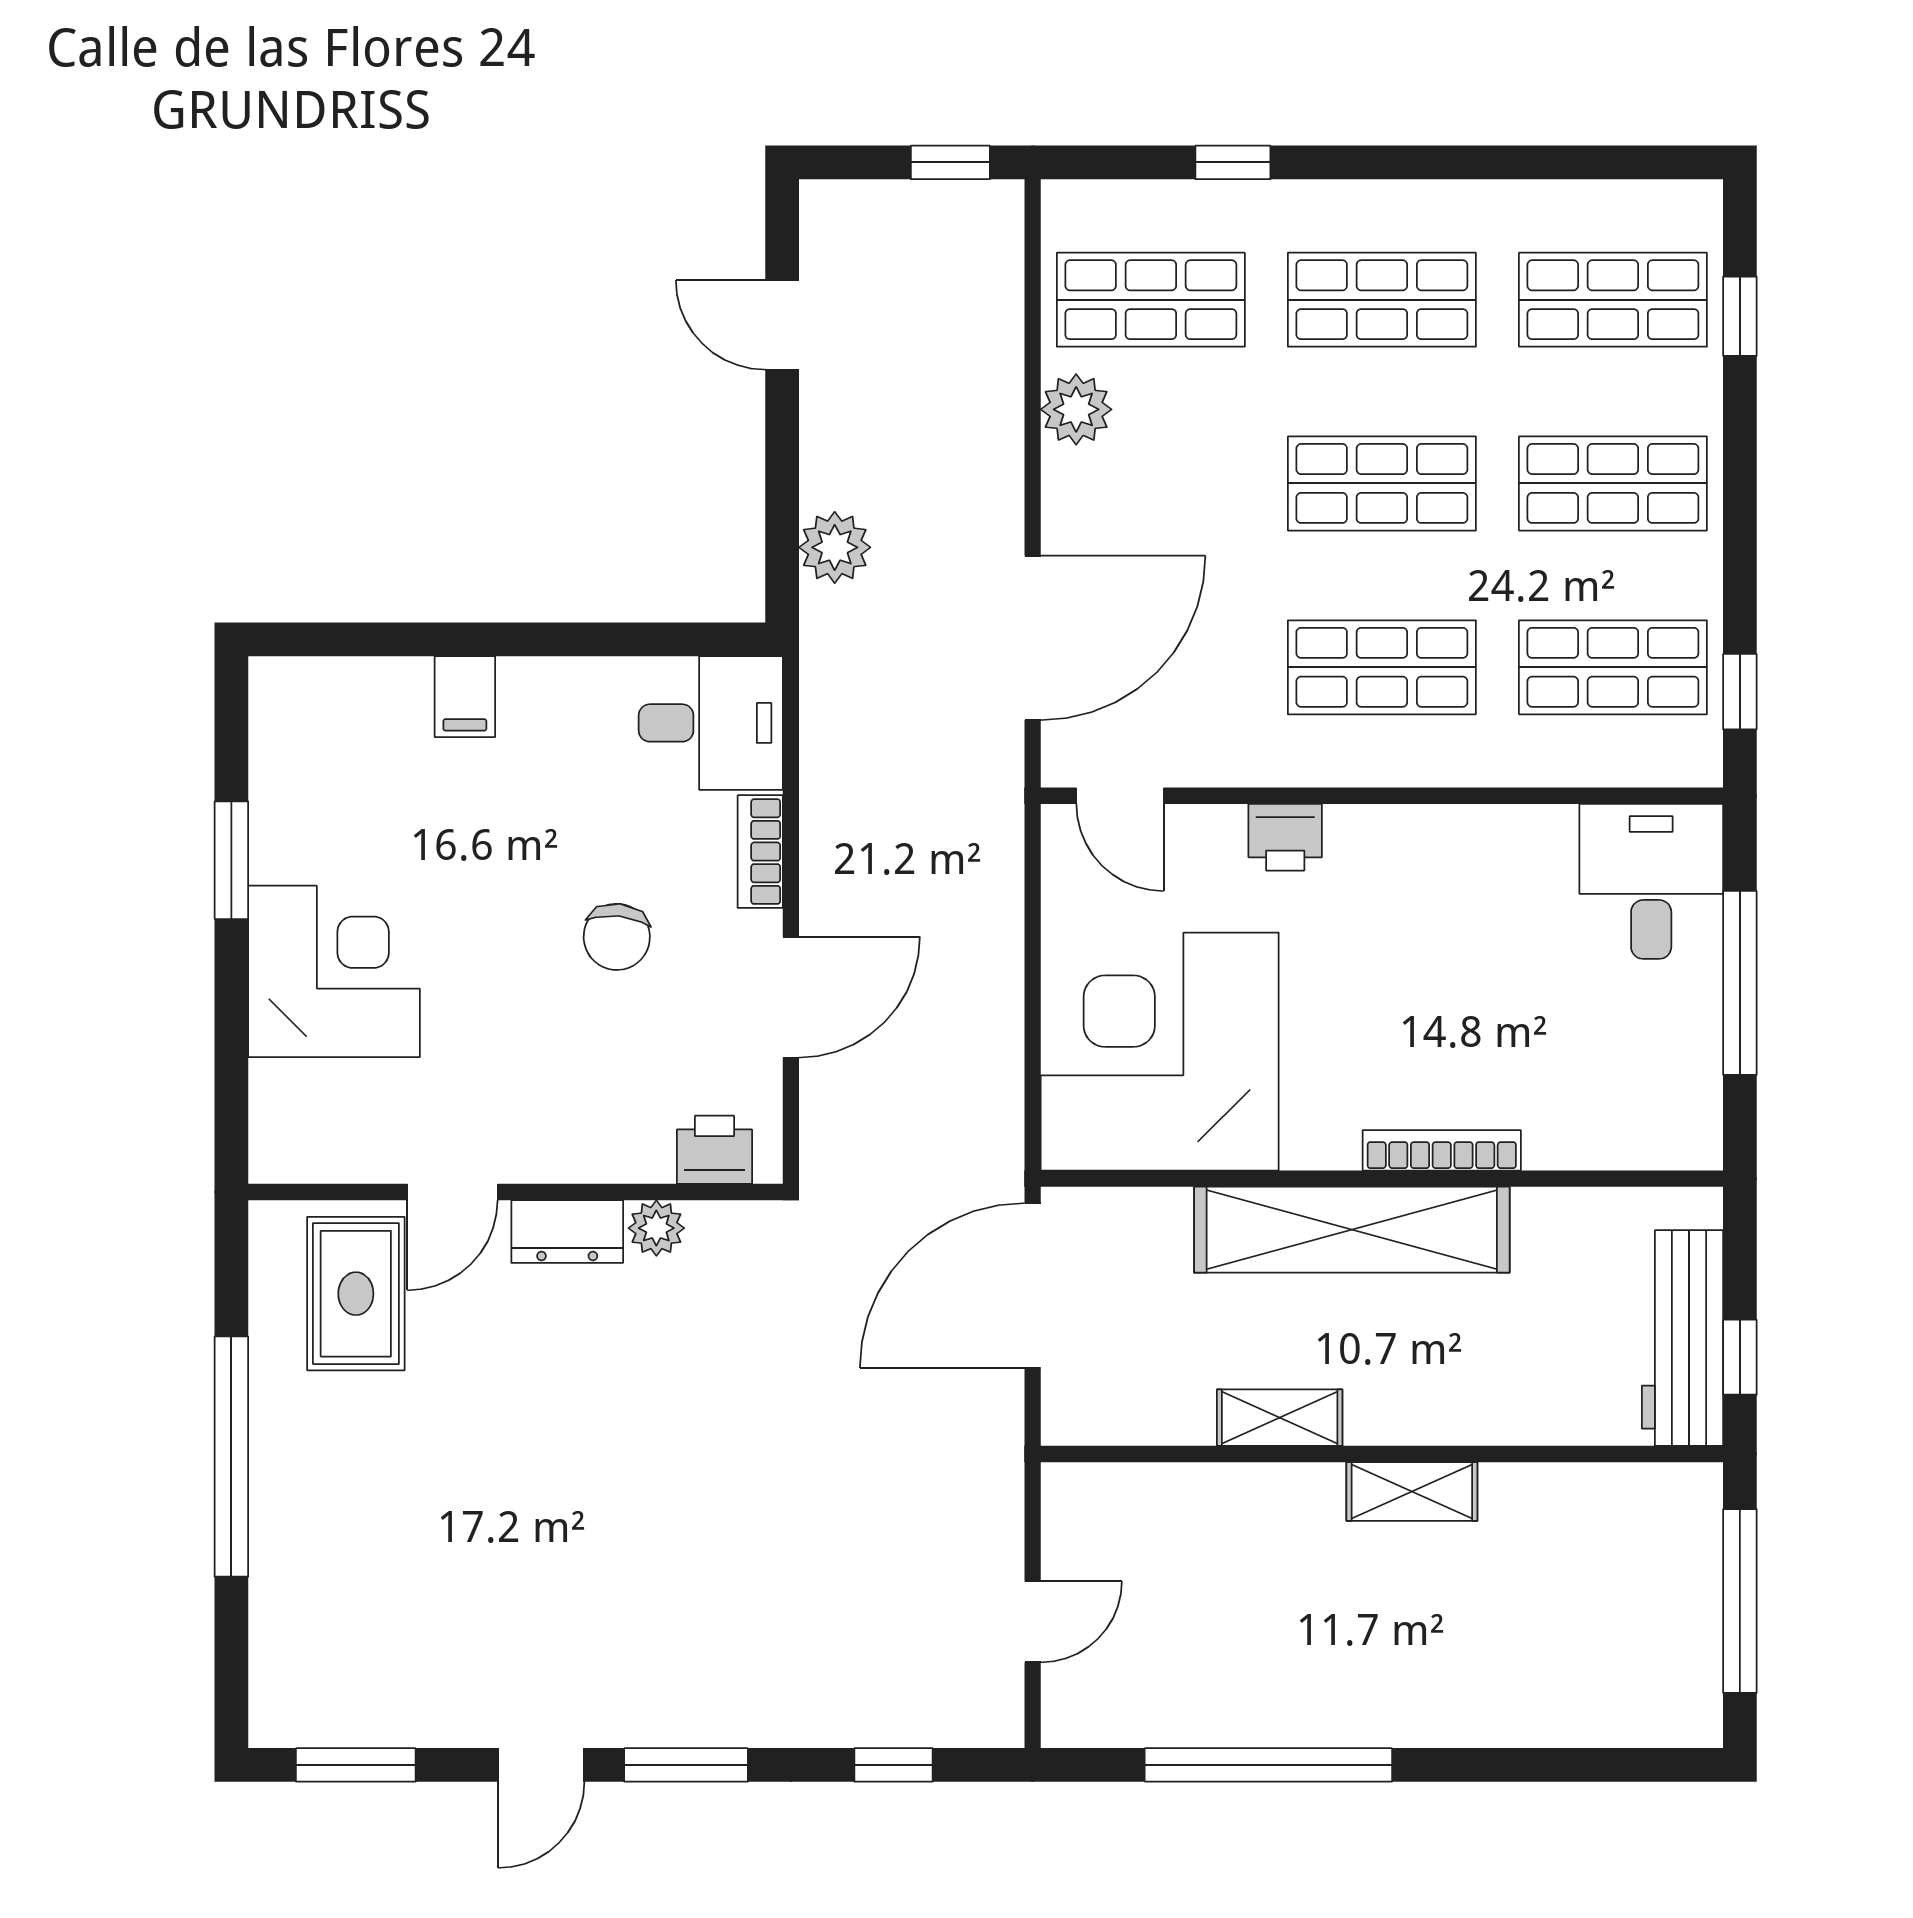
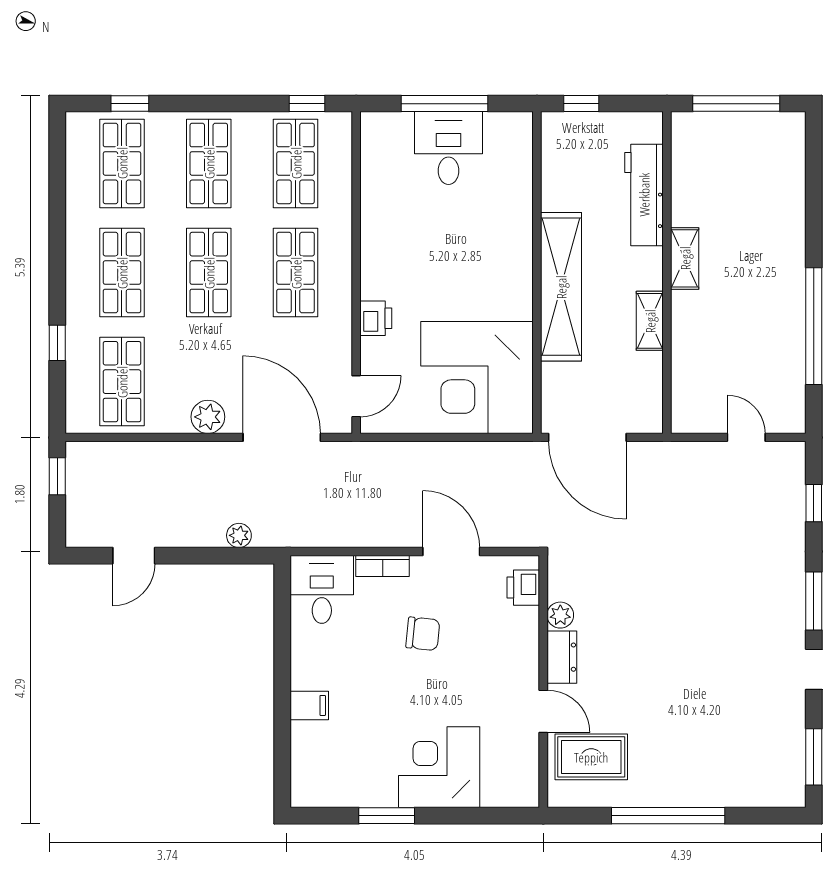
plant: (1076, 409) -> (208, 417), moved
plant: (835, 547) -> (239, 535), width x0.73, depth x0.73
desk: (1651, 881) -> (448, 148), moved, turned 90
bookcase: (1442, 1150) -> (524, 244), removed
workbench: (1683, 1338) -> (644, 195), moved, turned 90
window: (1740, 1357) -> (581, 104), moved

